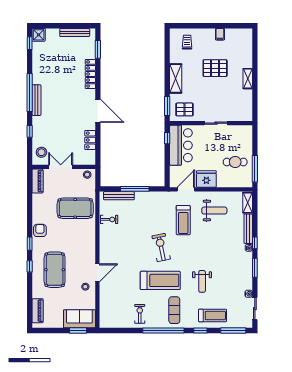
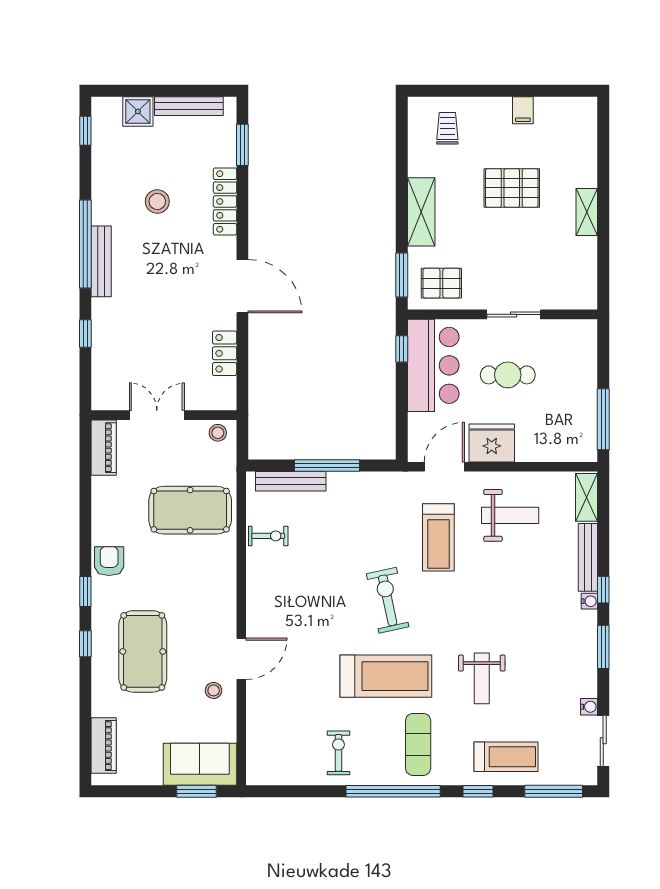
shower: (39, 35) -> (138, 111), moved
stool: (41, 152) -> (157, 201), moved
cafe table: (235, 162) -> (508, 375), moved

